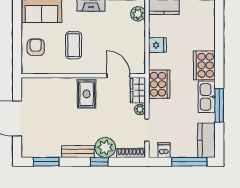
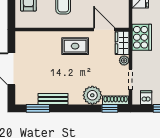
rug: (87, 94) -> (75, 46), turned 90
bench: (78, 151) -> (53, 99), moved
window: (99, 162) -> (110, 108), moved

